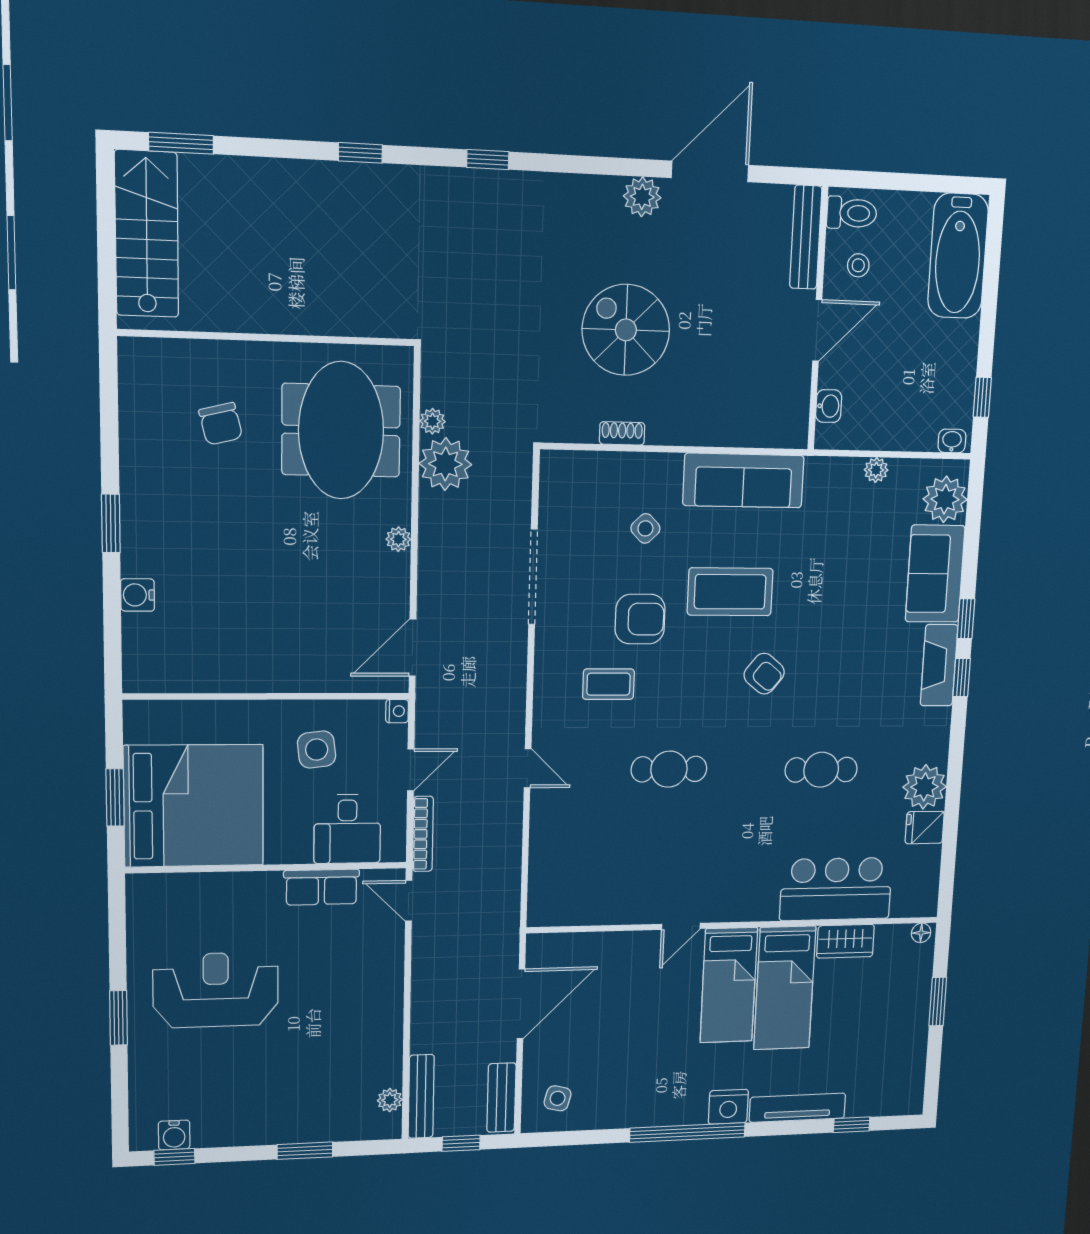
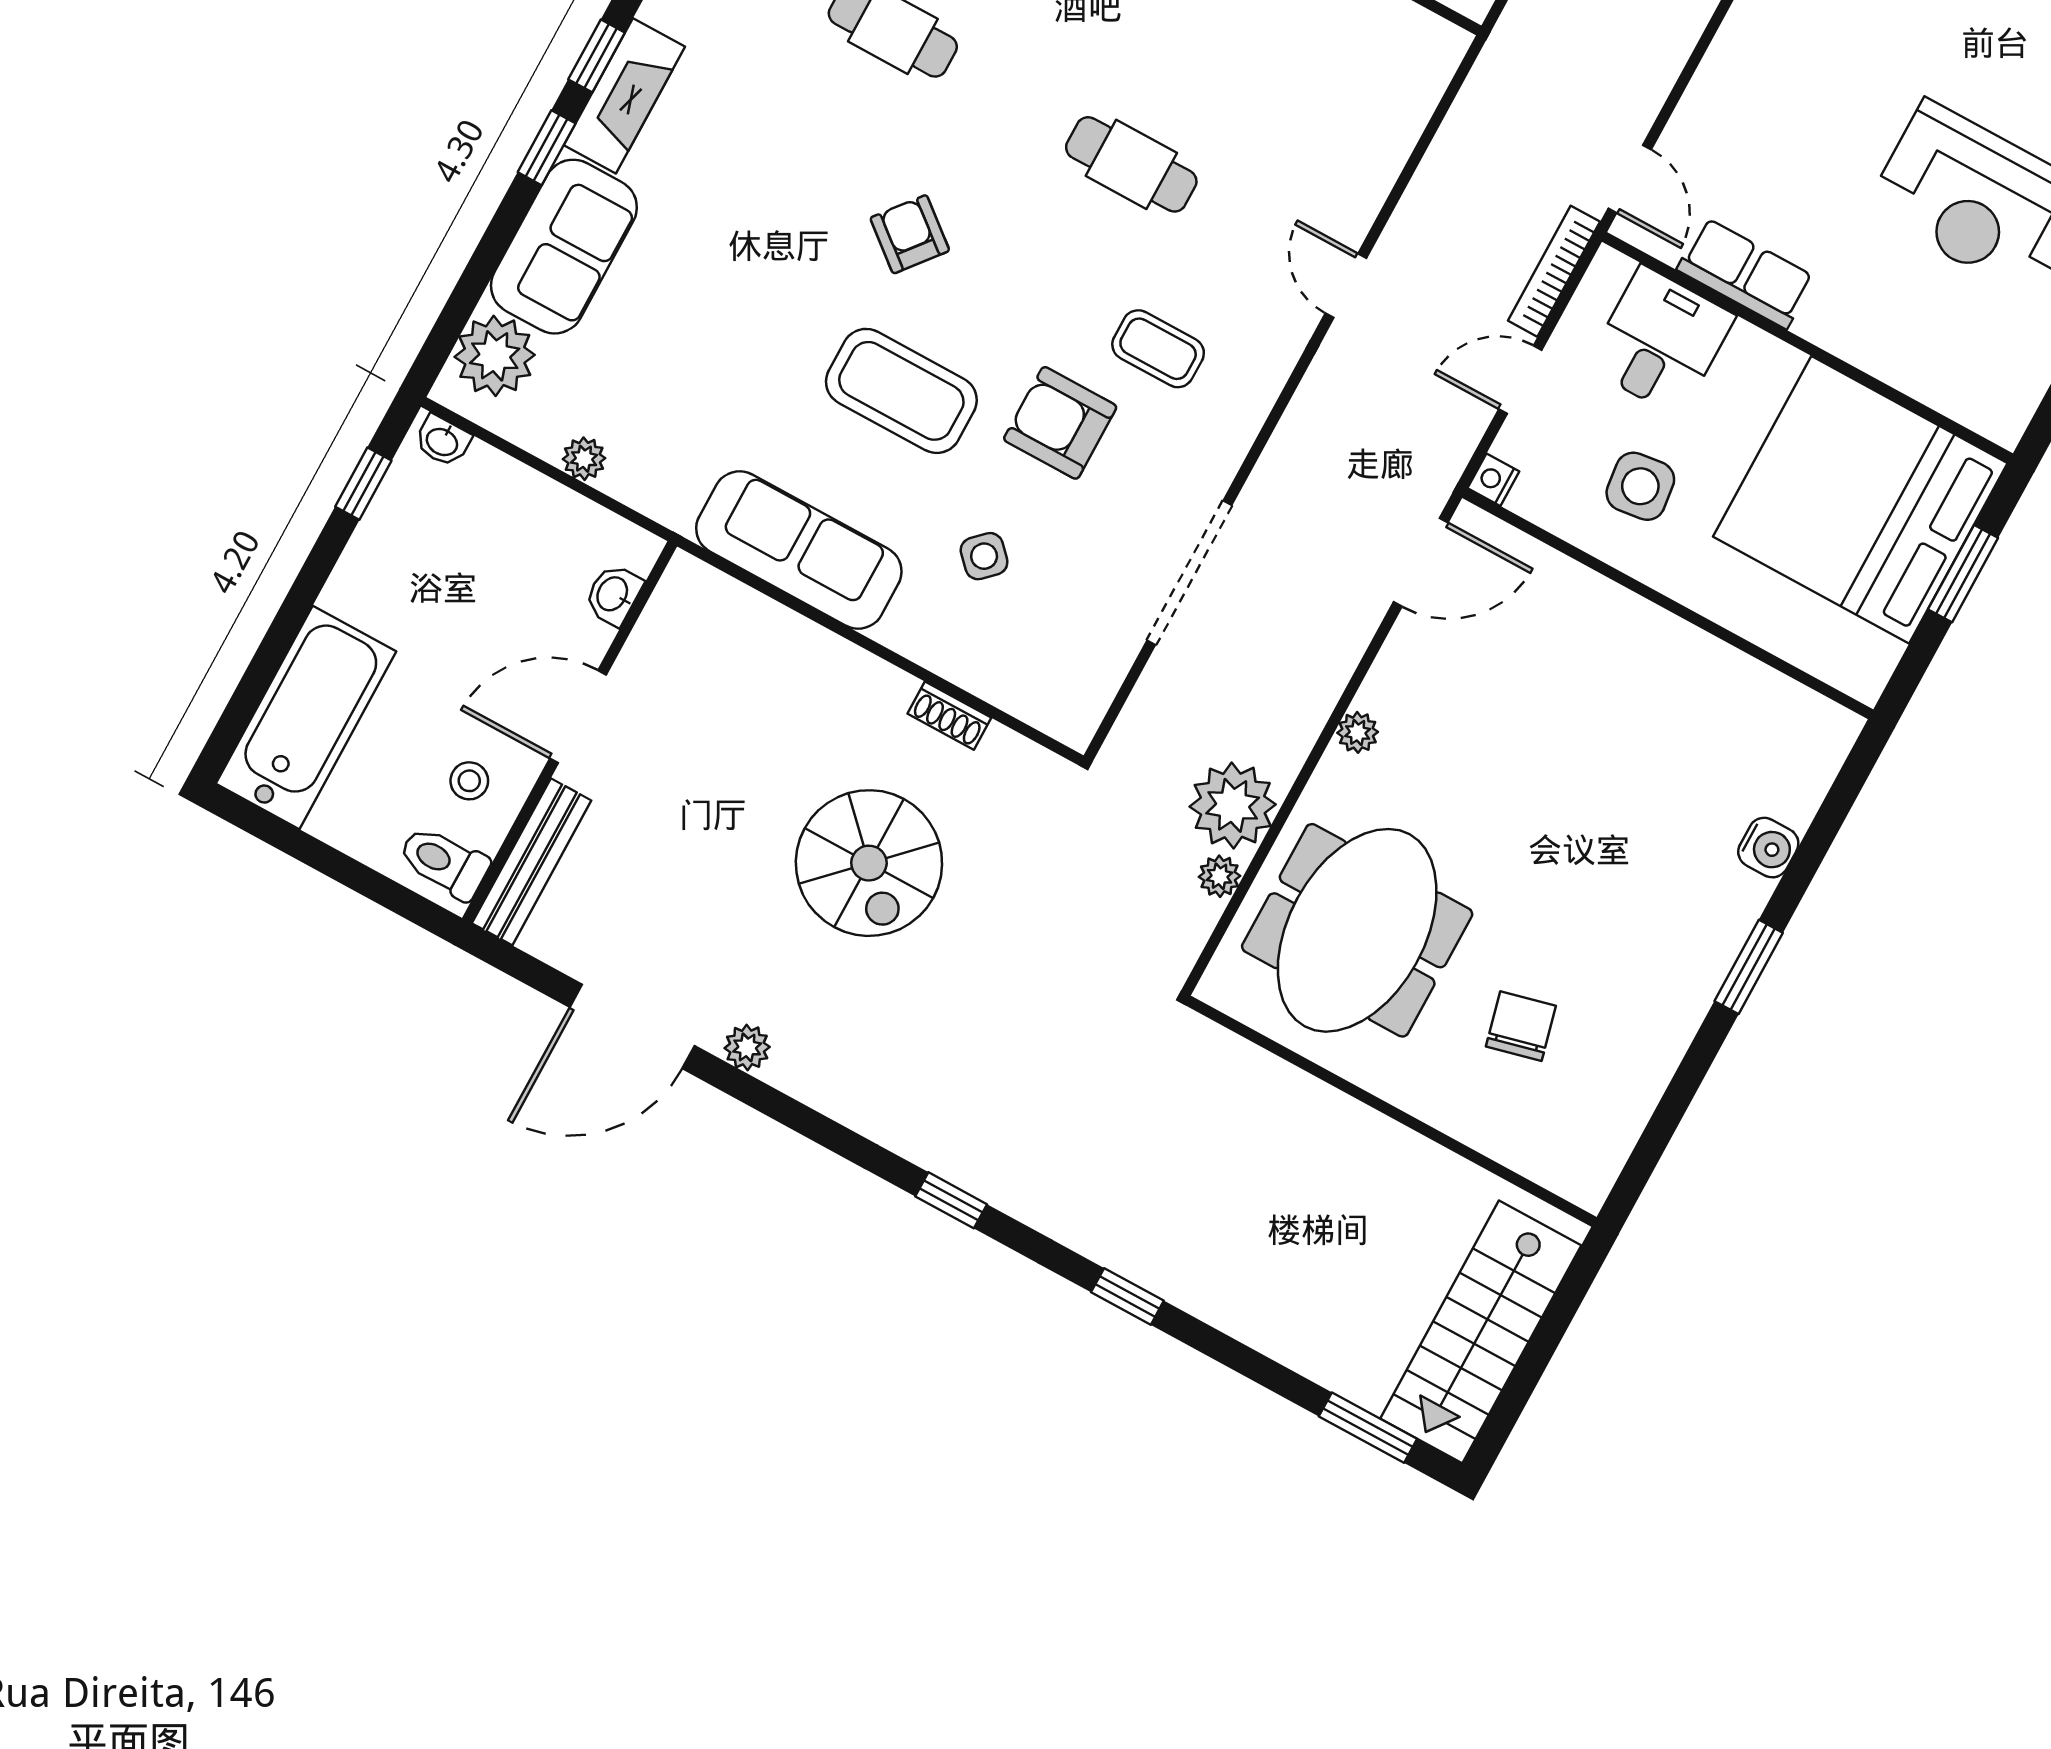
plant: (642, 197) -> (747, 1047), width x0.73, depth x0.73

